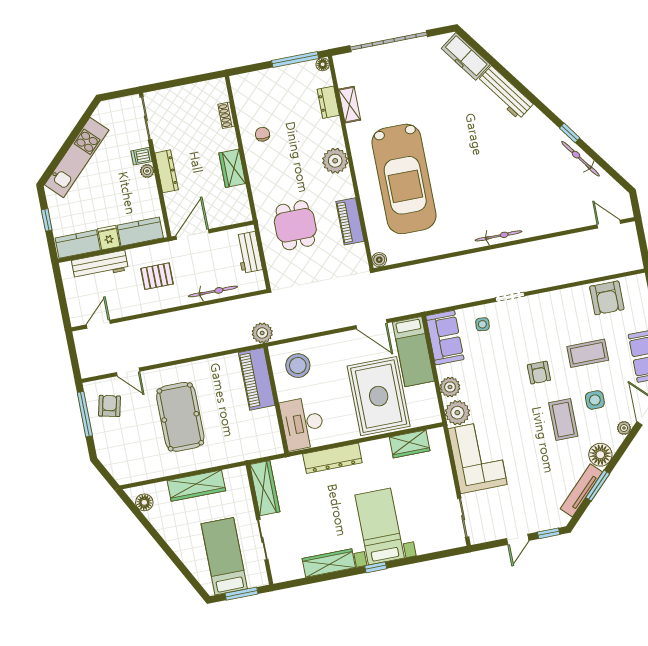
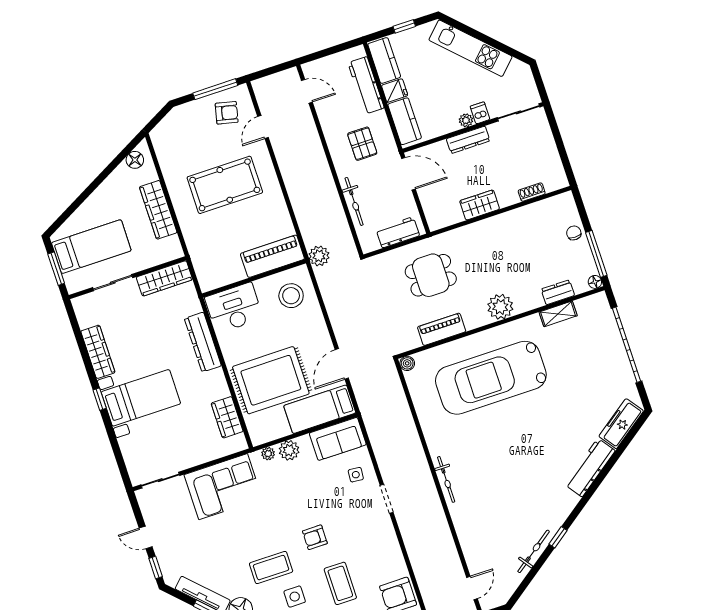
chair: (263, 134) -> (574, 233), moved, turned -90
plant: (457, 413) -> (268, 454), width x0.53, depth x0.53

